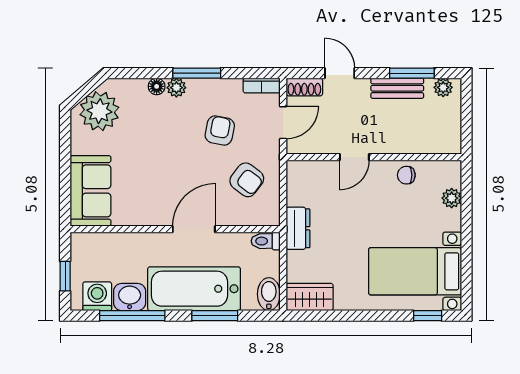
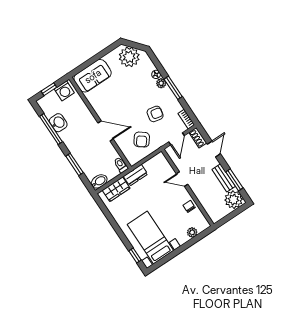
plant: (443, 87) -> (234, 200), width x1.88, depth x1.88
door: (283, 123) -> (177, 139), hinge flipped
bathtub: (194, 289) -> (80, 148), removed
washing machine: (97, 296) -> (64, 91), moved, turned 90
wardrobe: (310, 297) -> (116, 189), moved, turned 90

